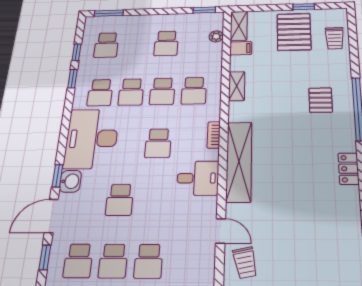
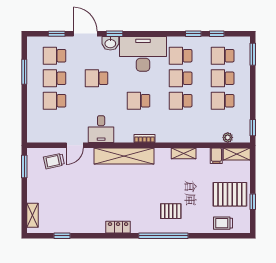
school desk: (194, 91) -> (223, 78), moved
desk: (198, 178) -> (101, 129), moved

